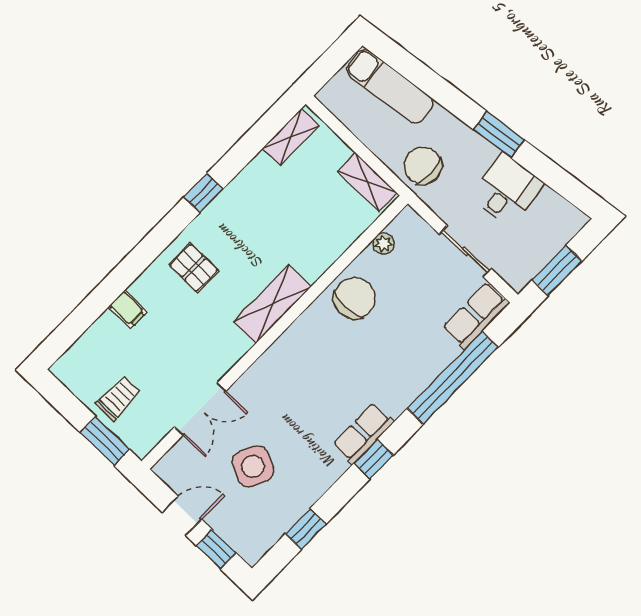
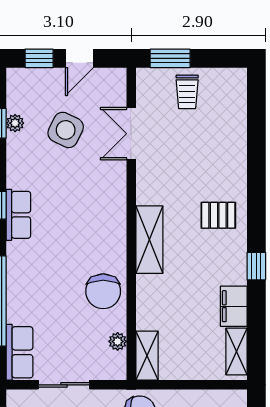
shelving: (367, 182) -> (147, 356), moved, turned 90
filing cabinet: (128, 309) -> (234, 306), moved, width x2.00
plant: (290, 514) -> (15, 123), added

